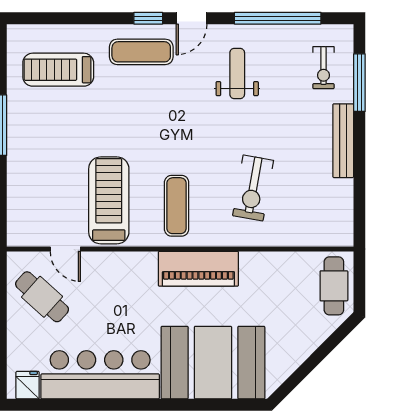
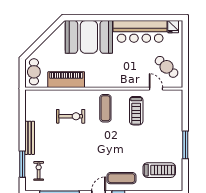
weight bench: (237, 74) -> (78, 168), removed
exercise bike: (253, 188) -> (71, 116), turned 80
treadmill: (109, 200) -> (136, 111), width x0.73, depth x0.73
piano: (198, 269) -> (66, 80), moved

